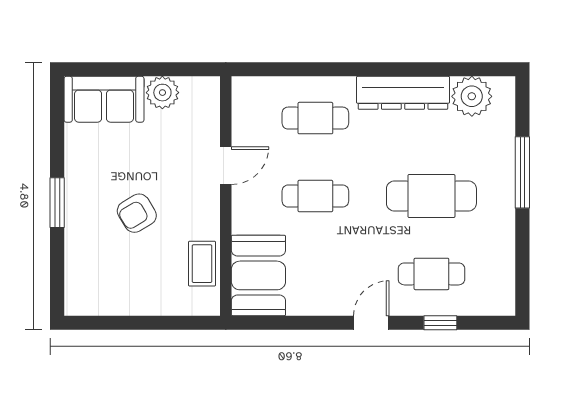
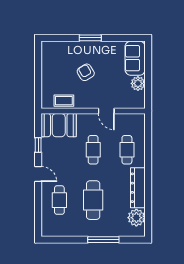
window: (440, 323) -> (38, 145), moved

